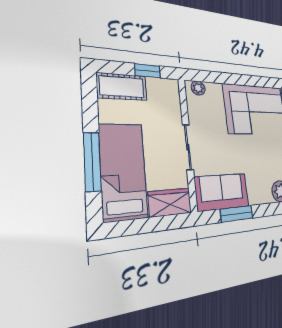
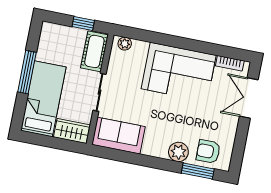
cot: (122, 87) -> (94, 51), moved, turned 90
window: (92, 162) -> (27, 72), moved
window: (237, 214) -> (126, 157), removed

